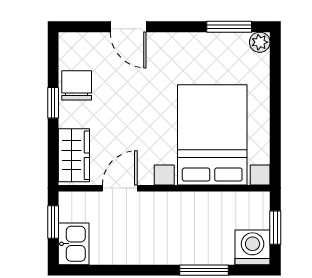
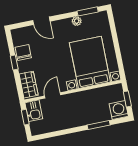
plant: (260, 42) -> (77, 21), moved
kitchen sink: (74, 244) -> (34, 111), moved

